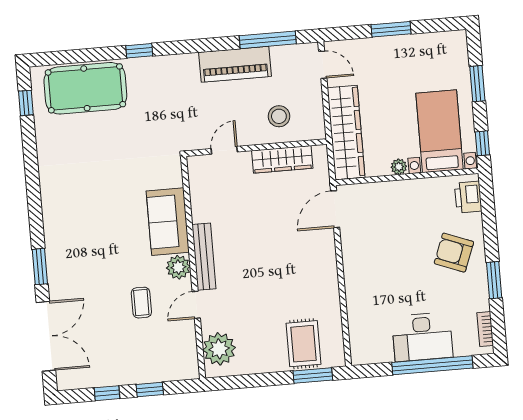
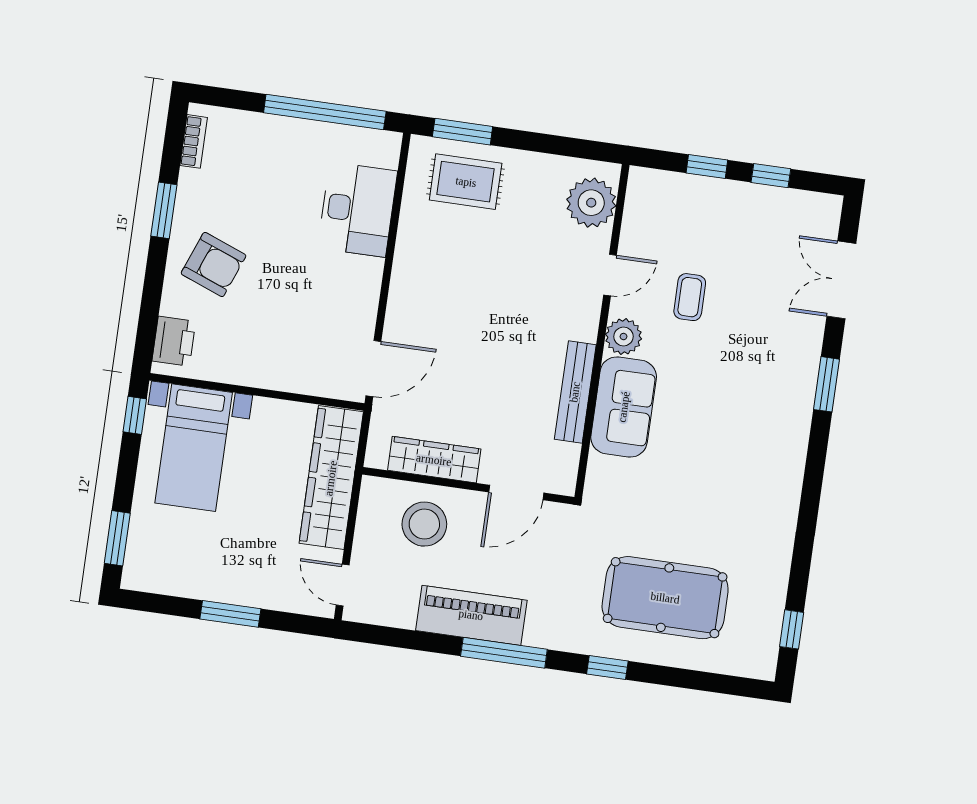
window: (268, 40) -> (504, 653), moved
window: (477, 84) -> (117, 538), moved
pool table: (85, 88) -> (665, 598), moved
stool: (279, 116) -> (424, 524), width x1.38, depth x1.38
door: (224, 150) -> (516, 493), width x1.38
plant: (399, 167) -> (265, 409), removed
bench: (204, 257) -> (575, 392), moved
double door: (46, 336) -> (841, 280), width x0.73
desk: (422, 337) -> (357, 209), moved, turned 90
rug: (303, 344) -> (466, 182), turned 90
window: (432, 365) -> (325, 112), moved

